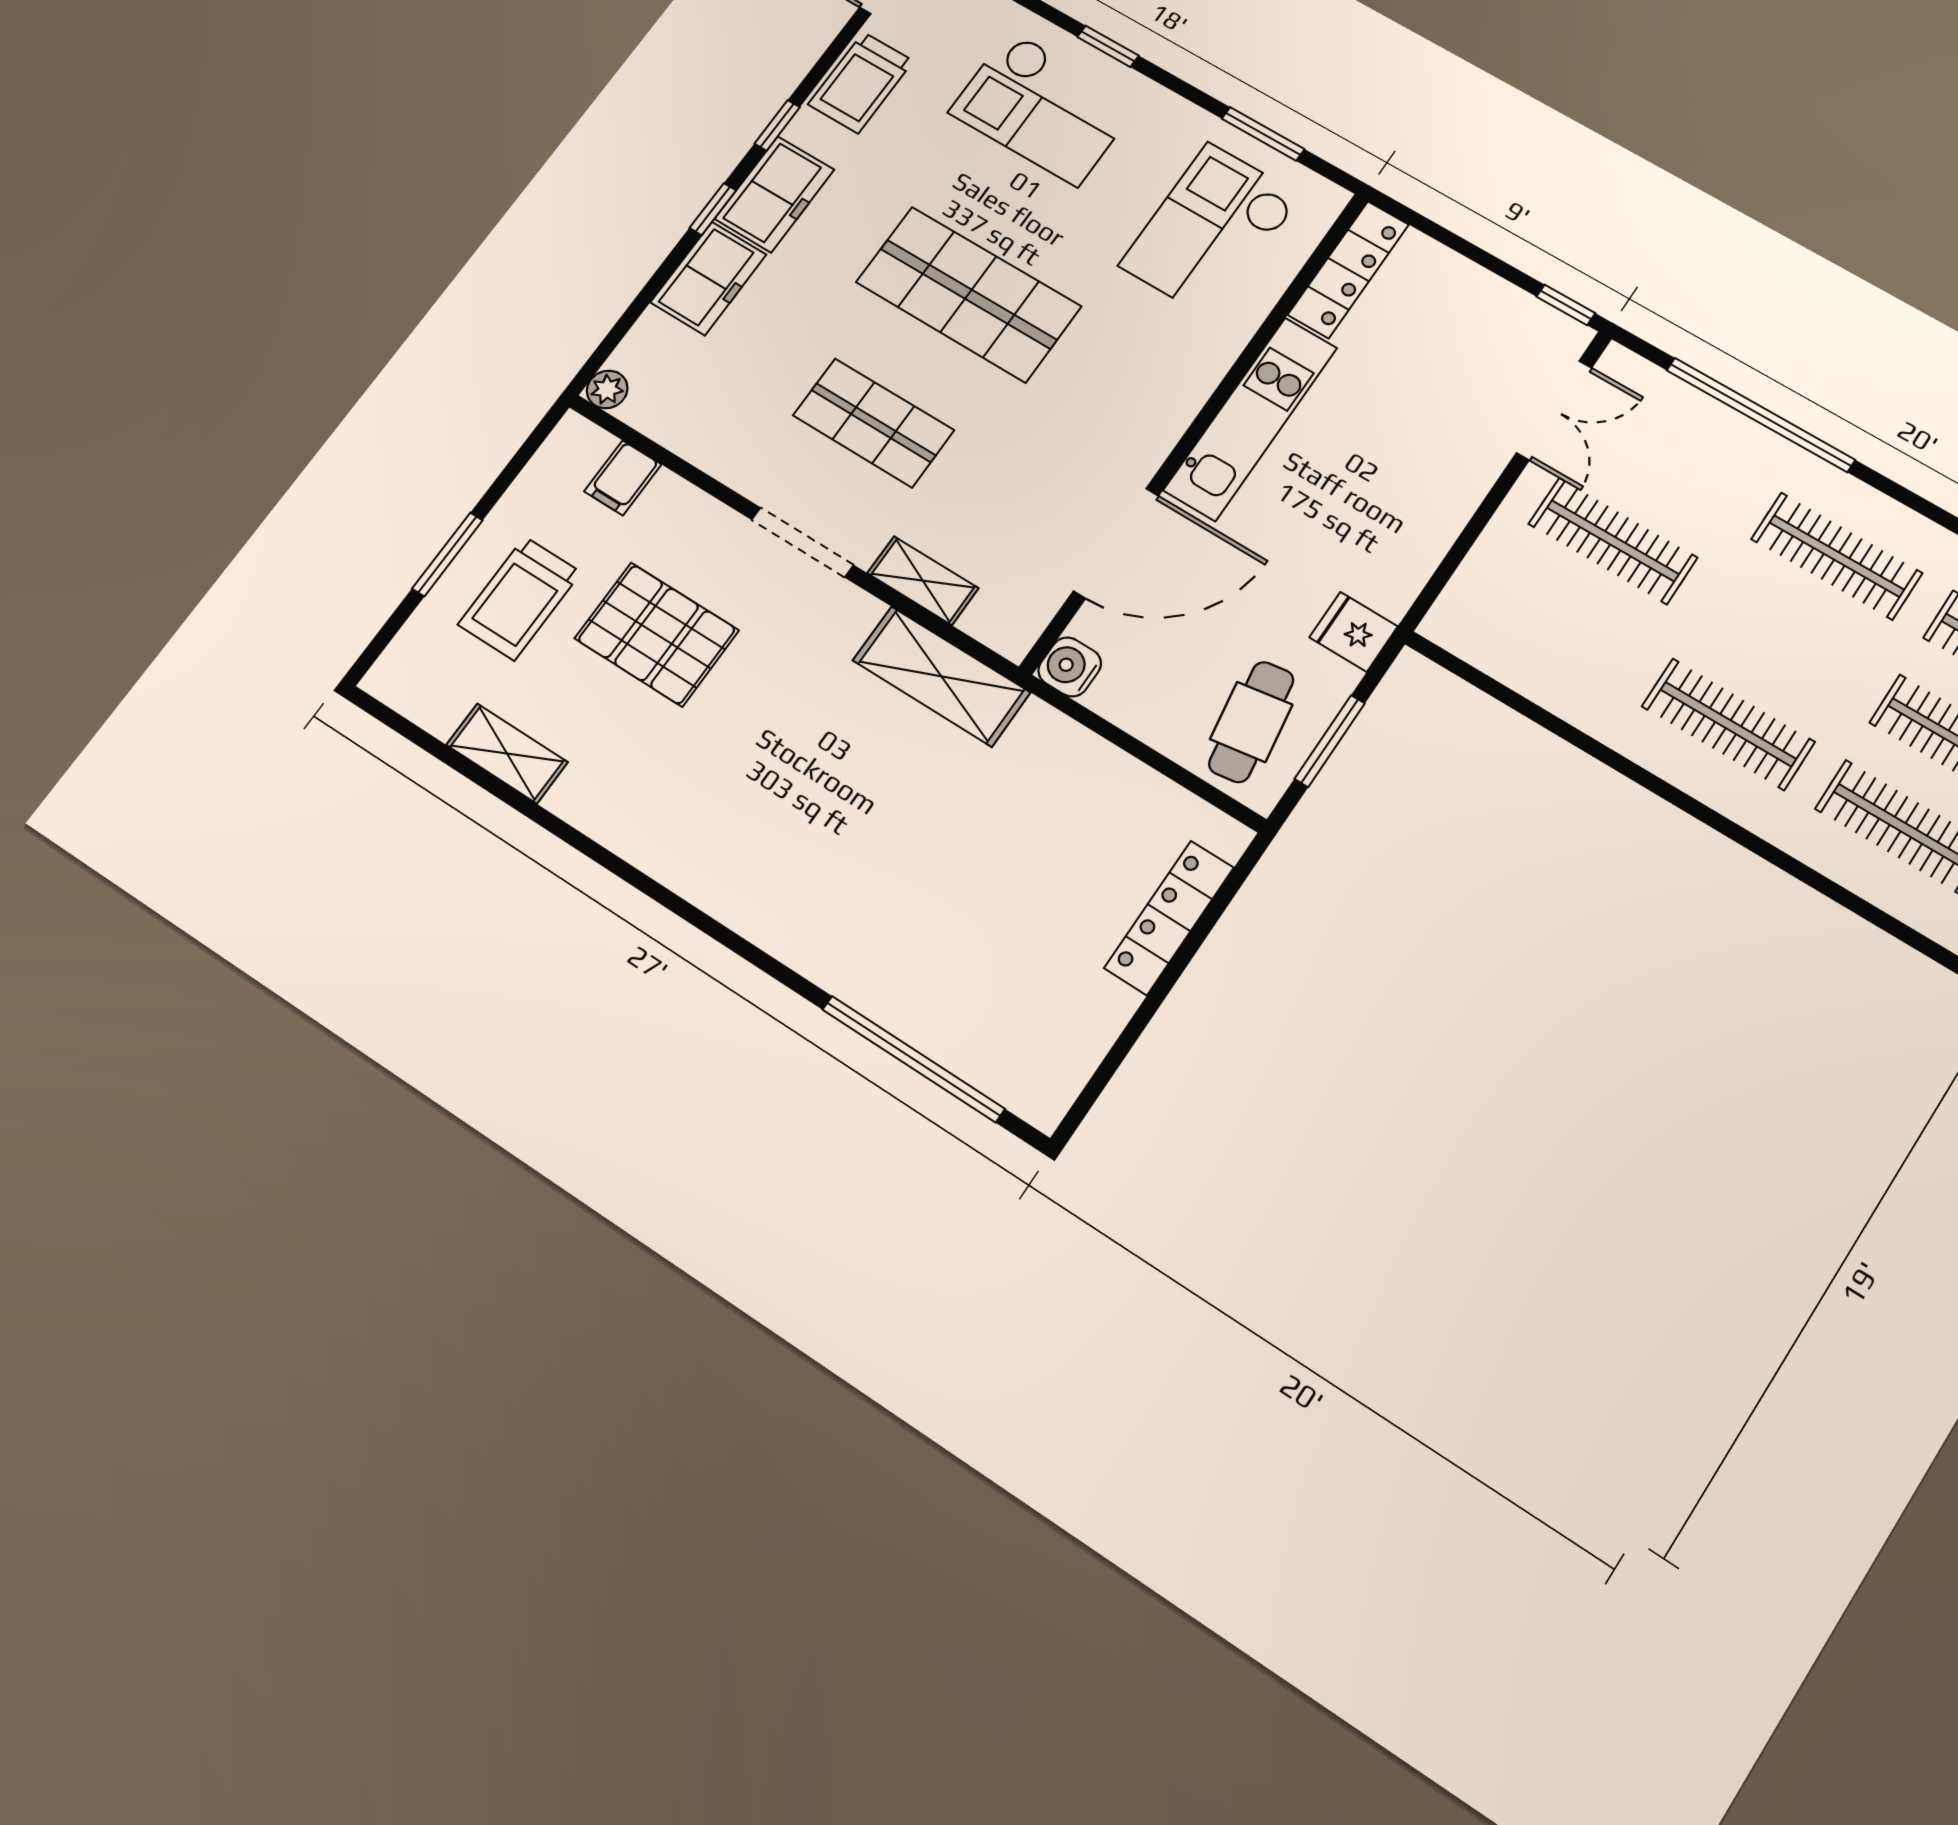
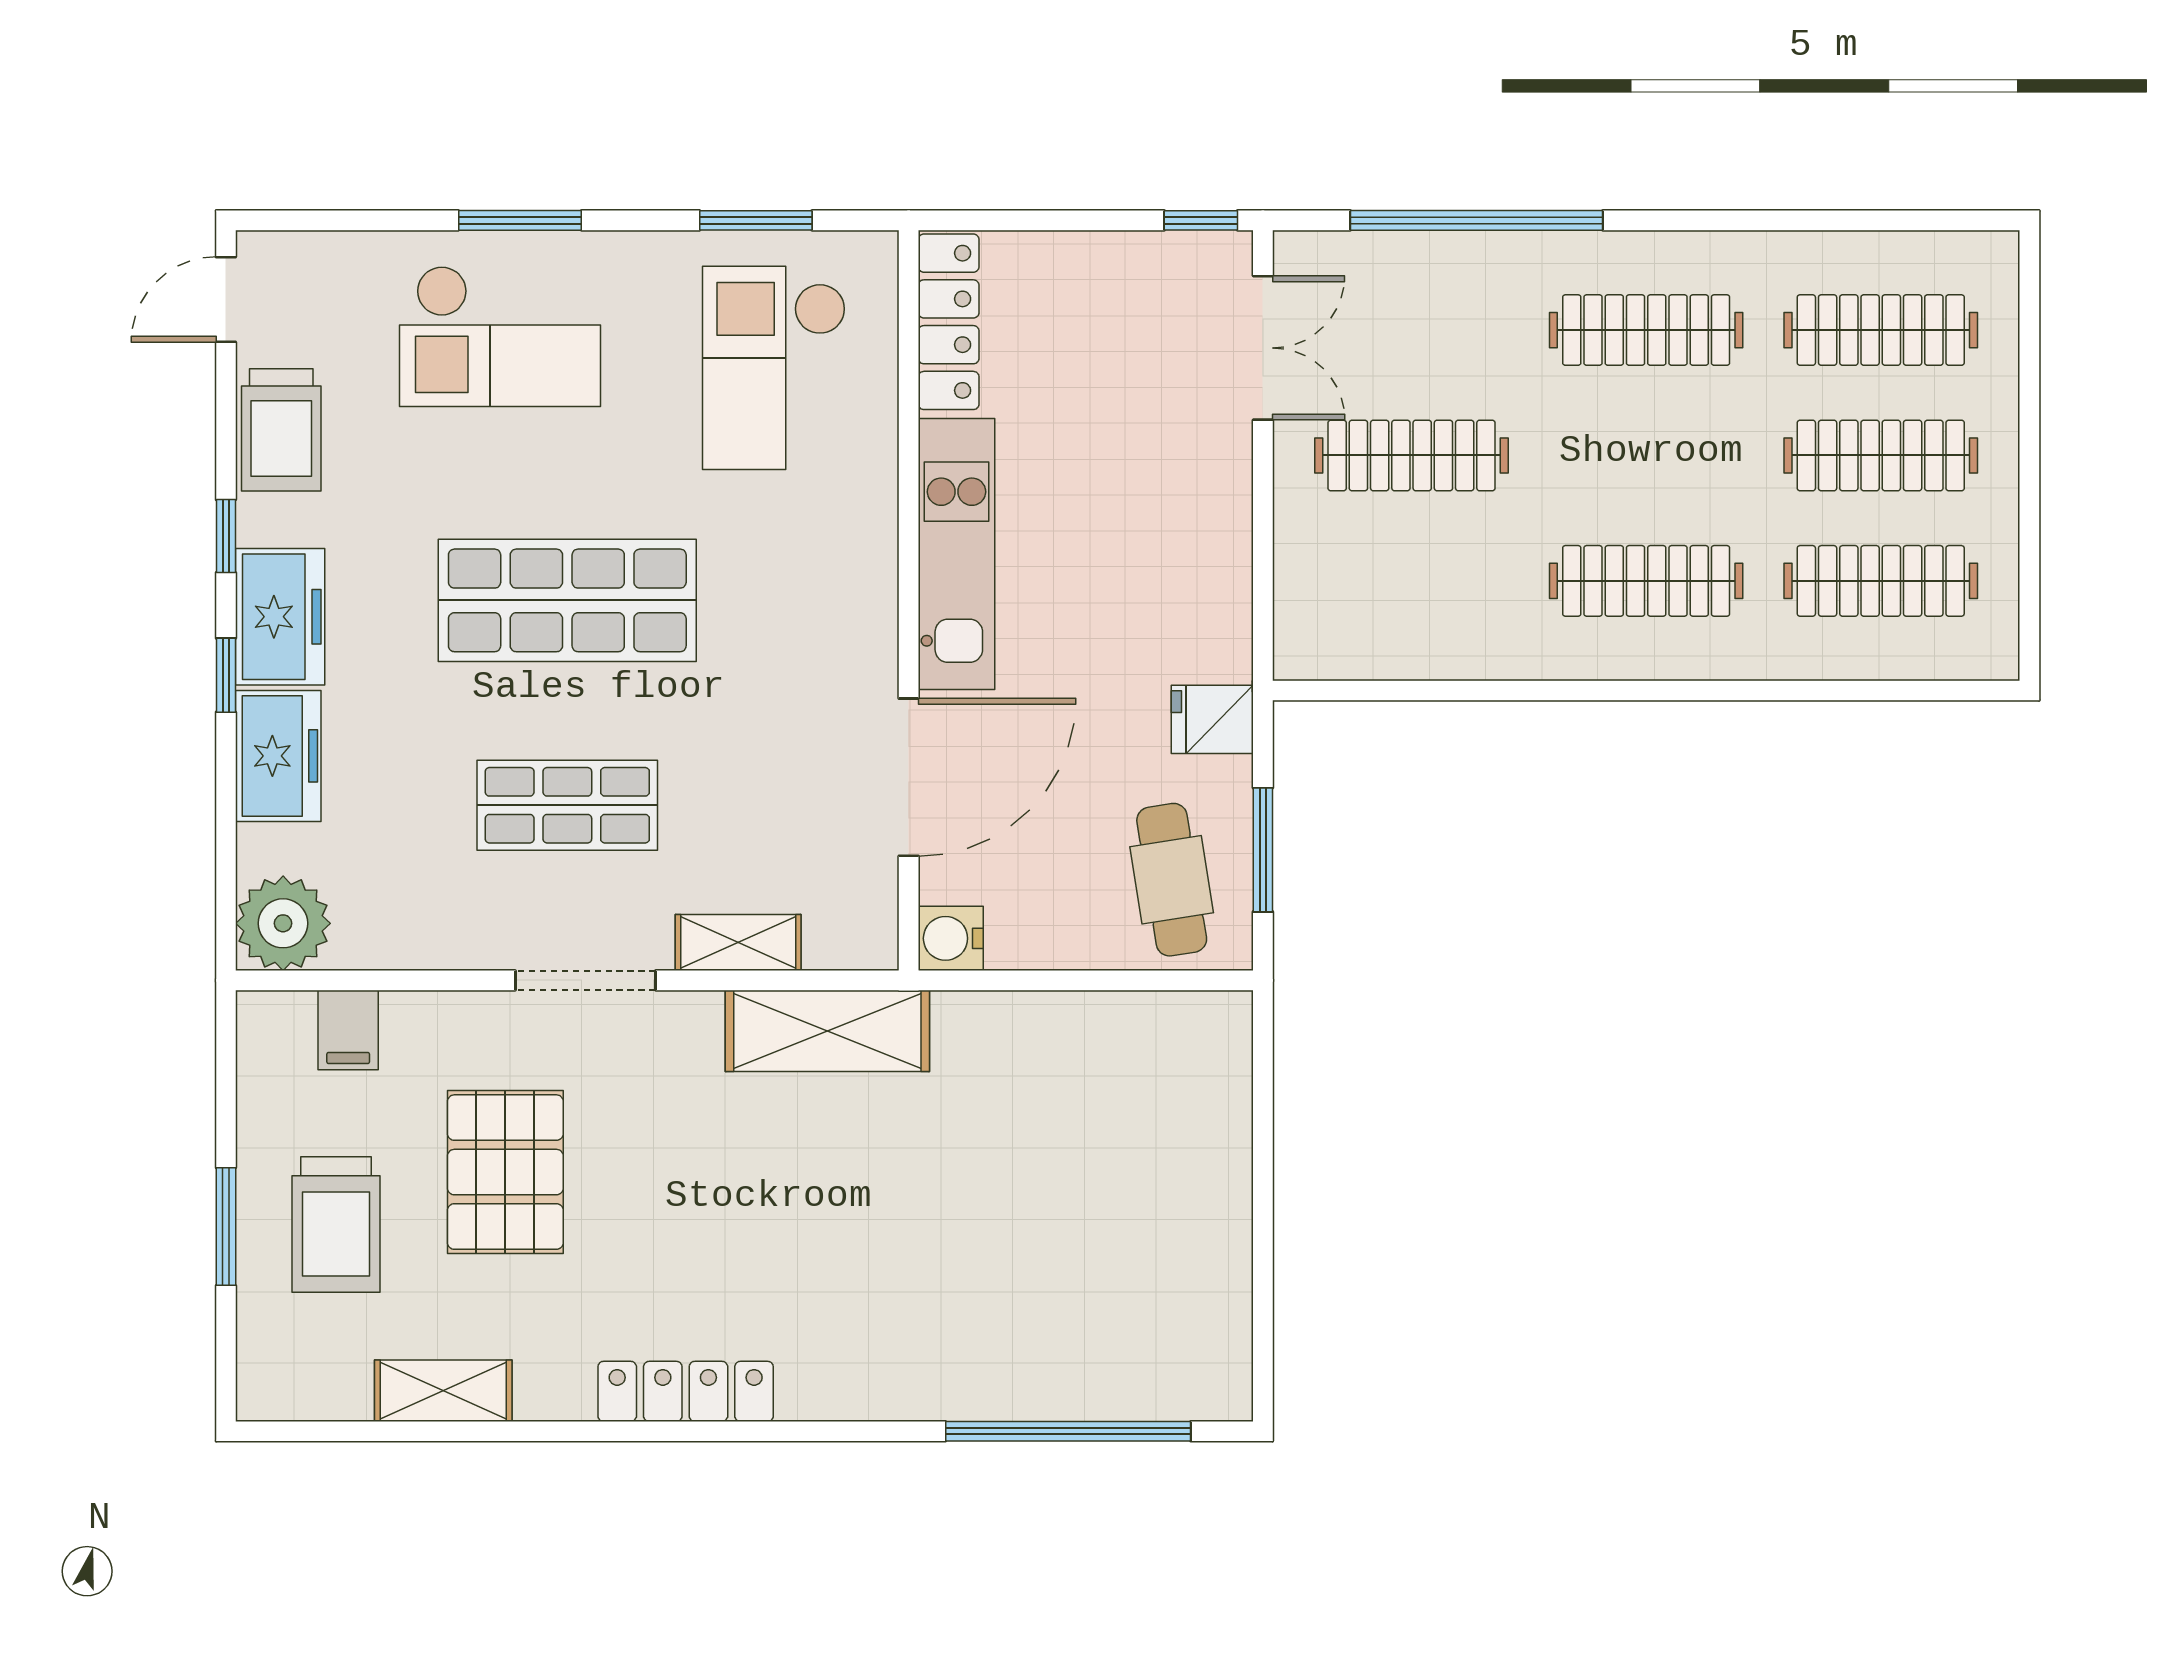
window: (1108, 46) -> (520, 220), width x1.50
plant: (607, 389) -> (283, 923), width x1.88, depth x1.88
pallet: (657, 634) -> (505, 1172), turned 90
locker: (1169, 918) -> (686, 1391), moved, turned 90

